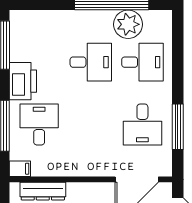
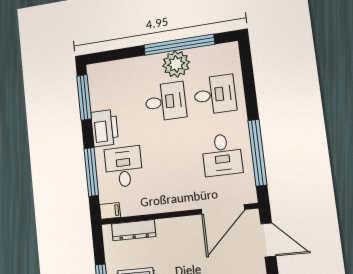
plant: (128, 24) -> (176, 64), moved
window: (178, 127) -> (257, 153), width x1.46

